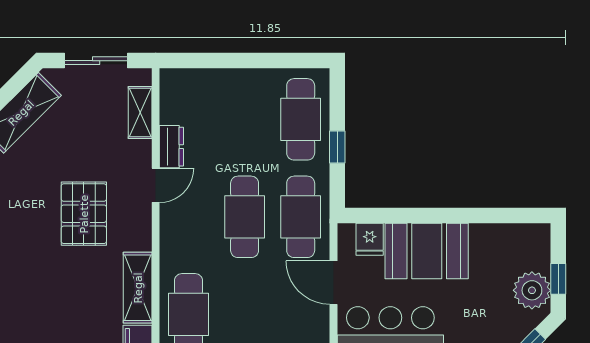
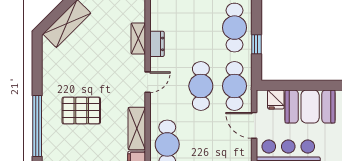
shelving: (140, 112) -> (138, 38), moved
door: (156, 185) -> (148, 82), moved
pallet: (84, 214) -> (81, 111), moved, turned 90

